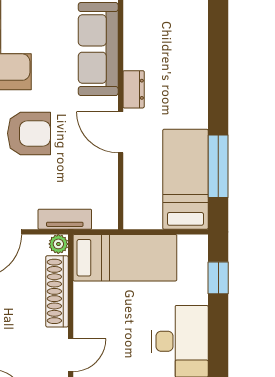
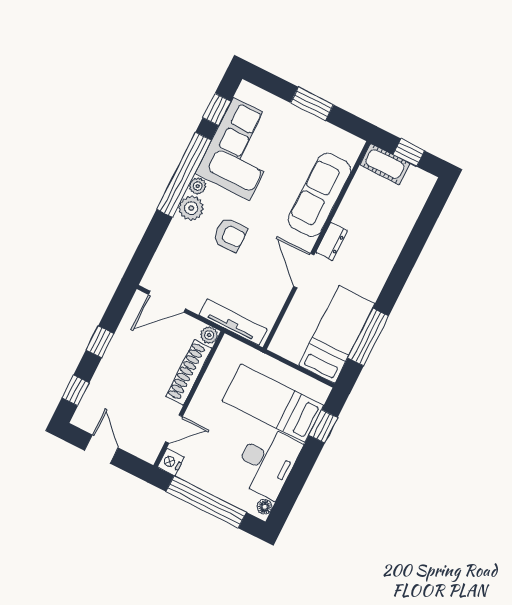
armchair: (29, 133) -> (230, 235), width x0.72, depth x0.72
tv unit: (65, 219) -> (233, 322), width x1.41
bed: (125, 258) -> (273, 403), moved, turned 180

